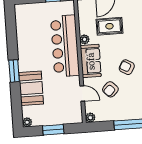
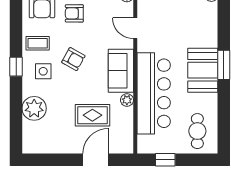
cafe table: (30, 20) -> (197, 131), added
booth: (31, 88) -> (203, 70), moved
armchair: (110, 89) -> (74, 13), moved, turned -136

